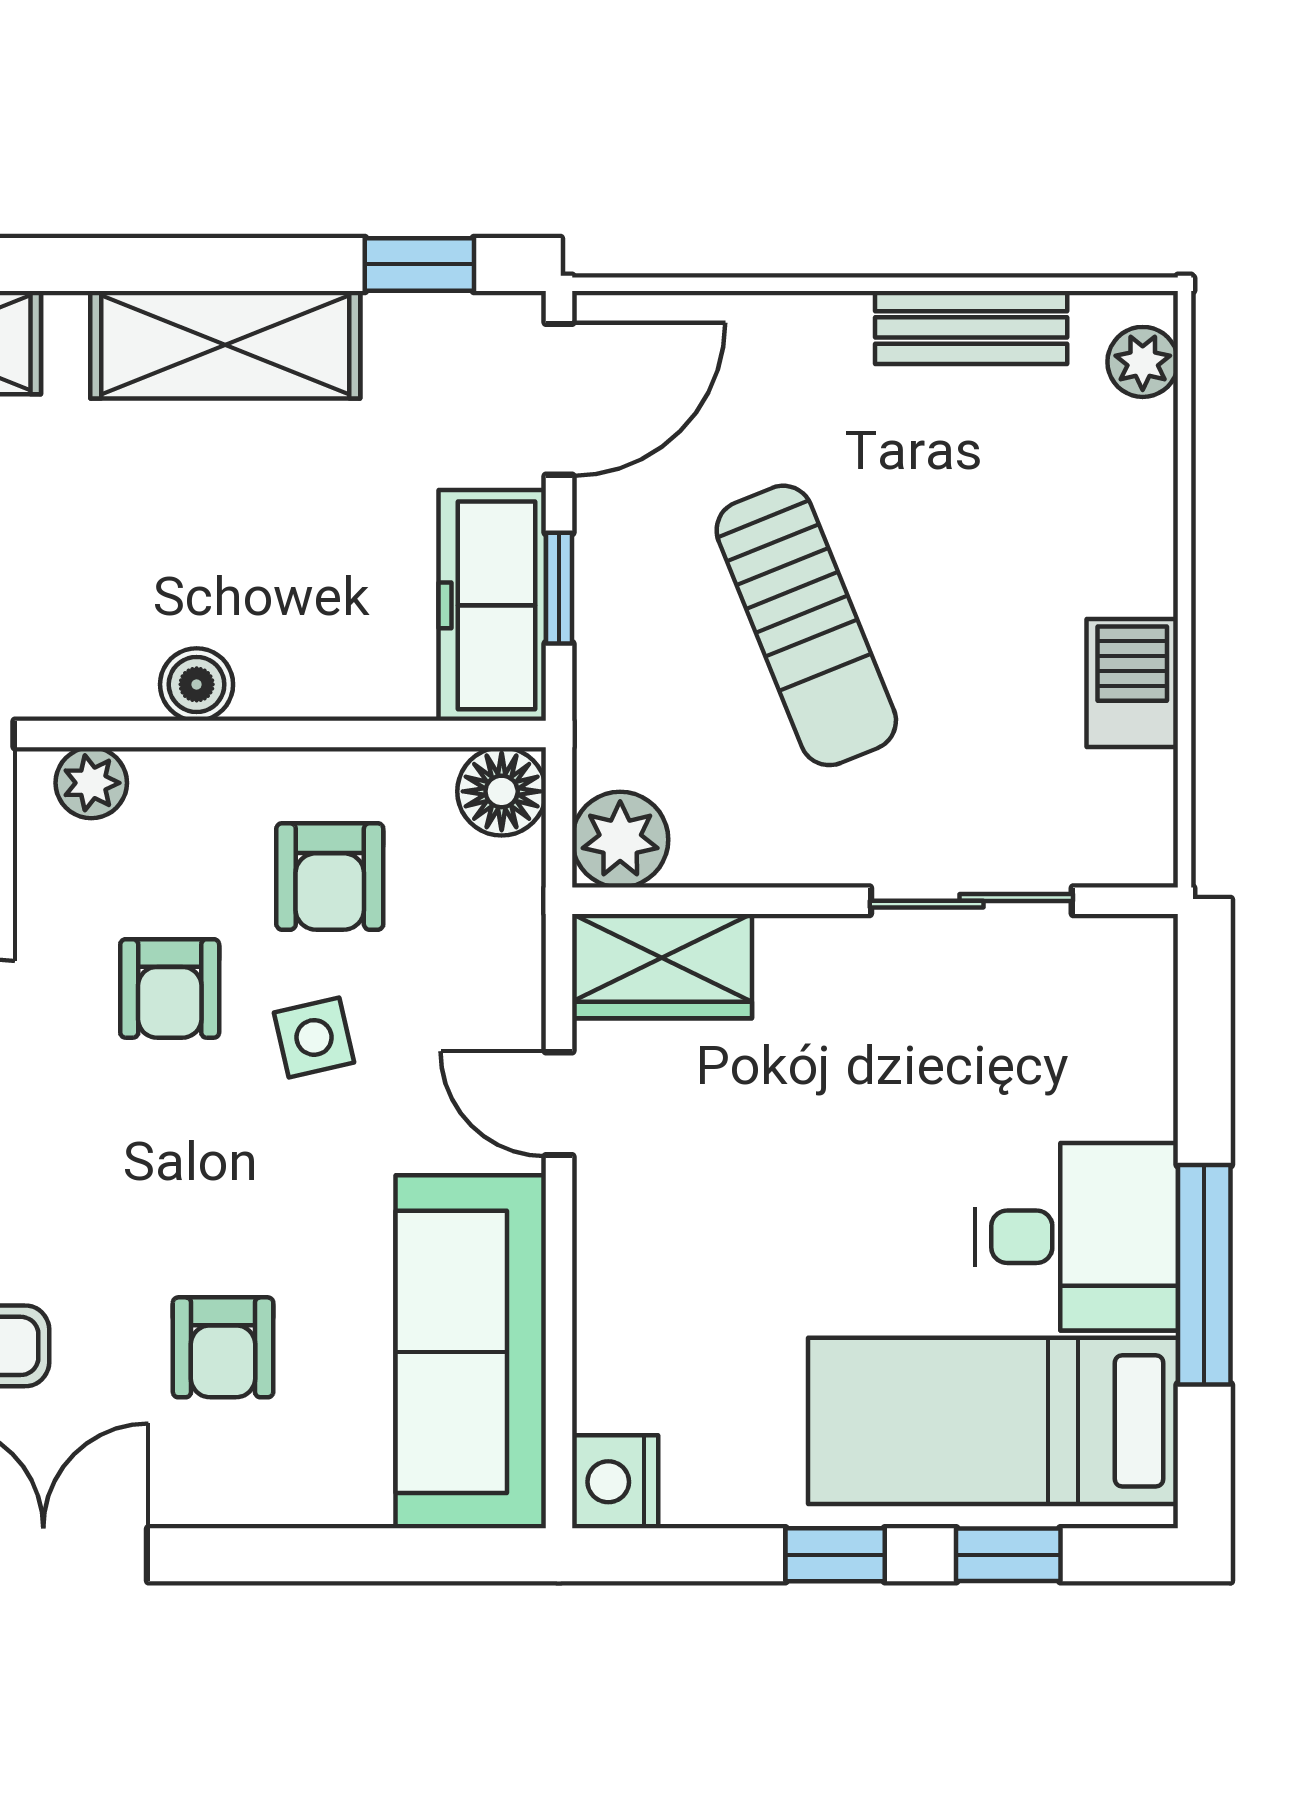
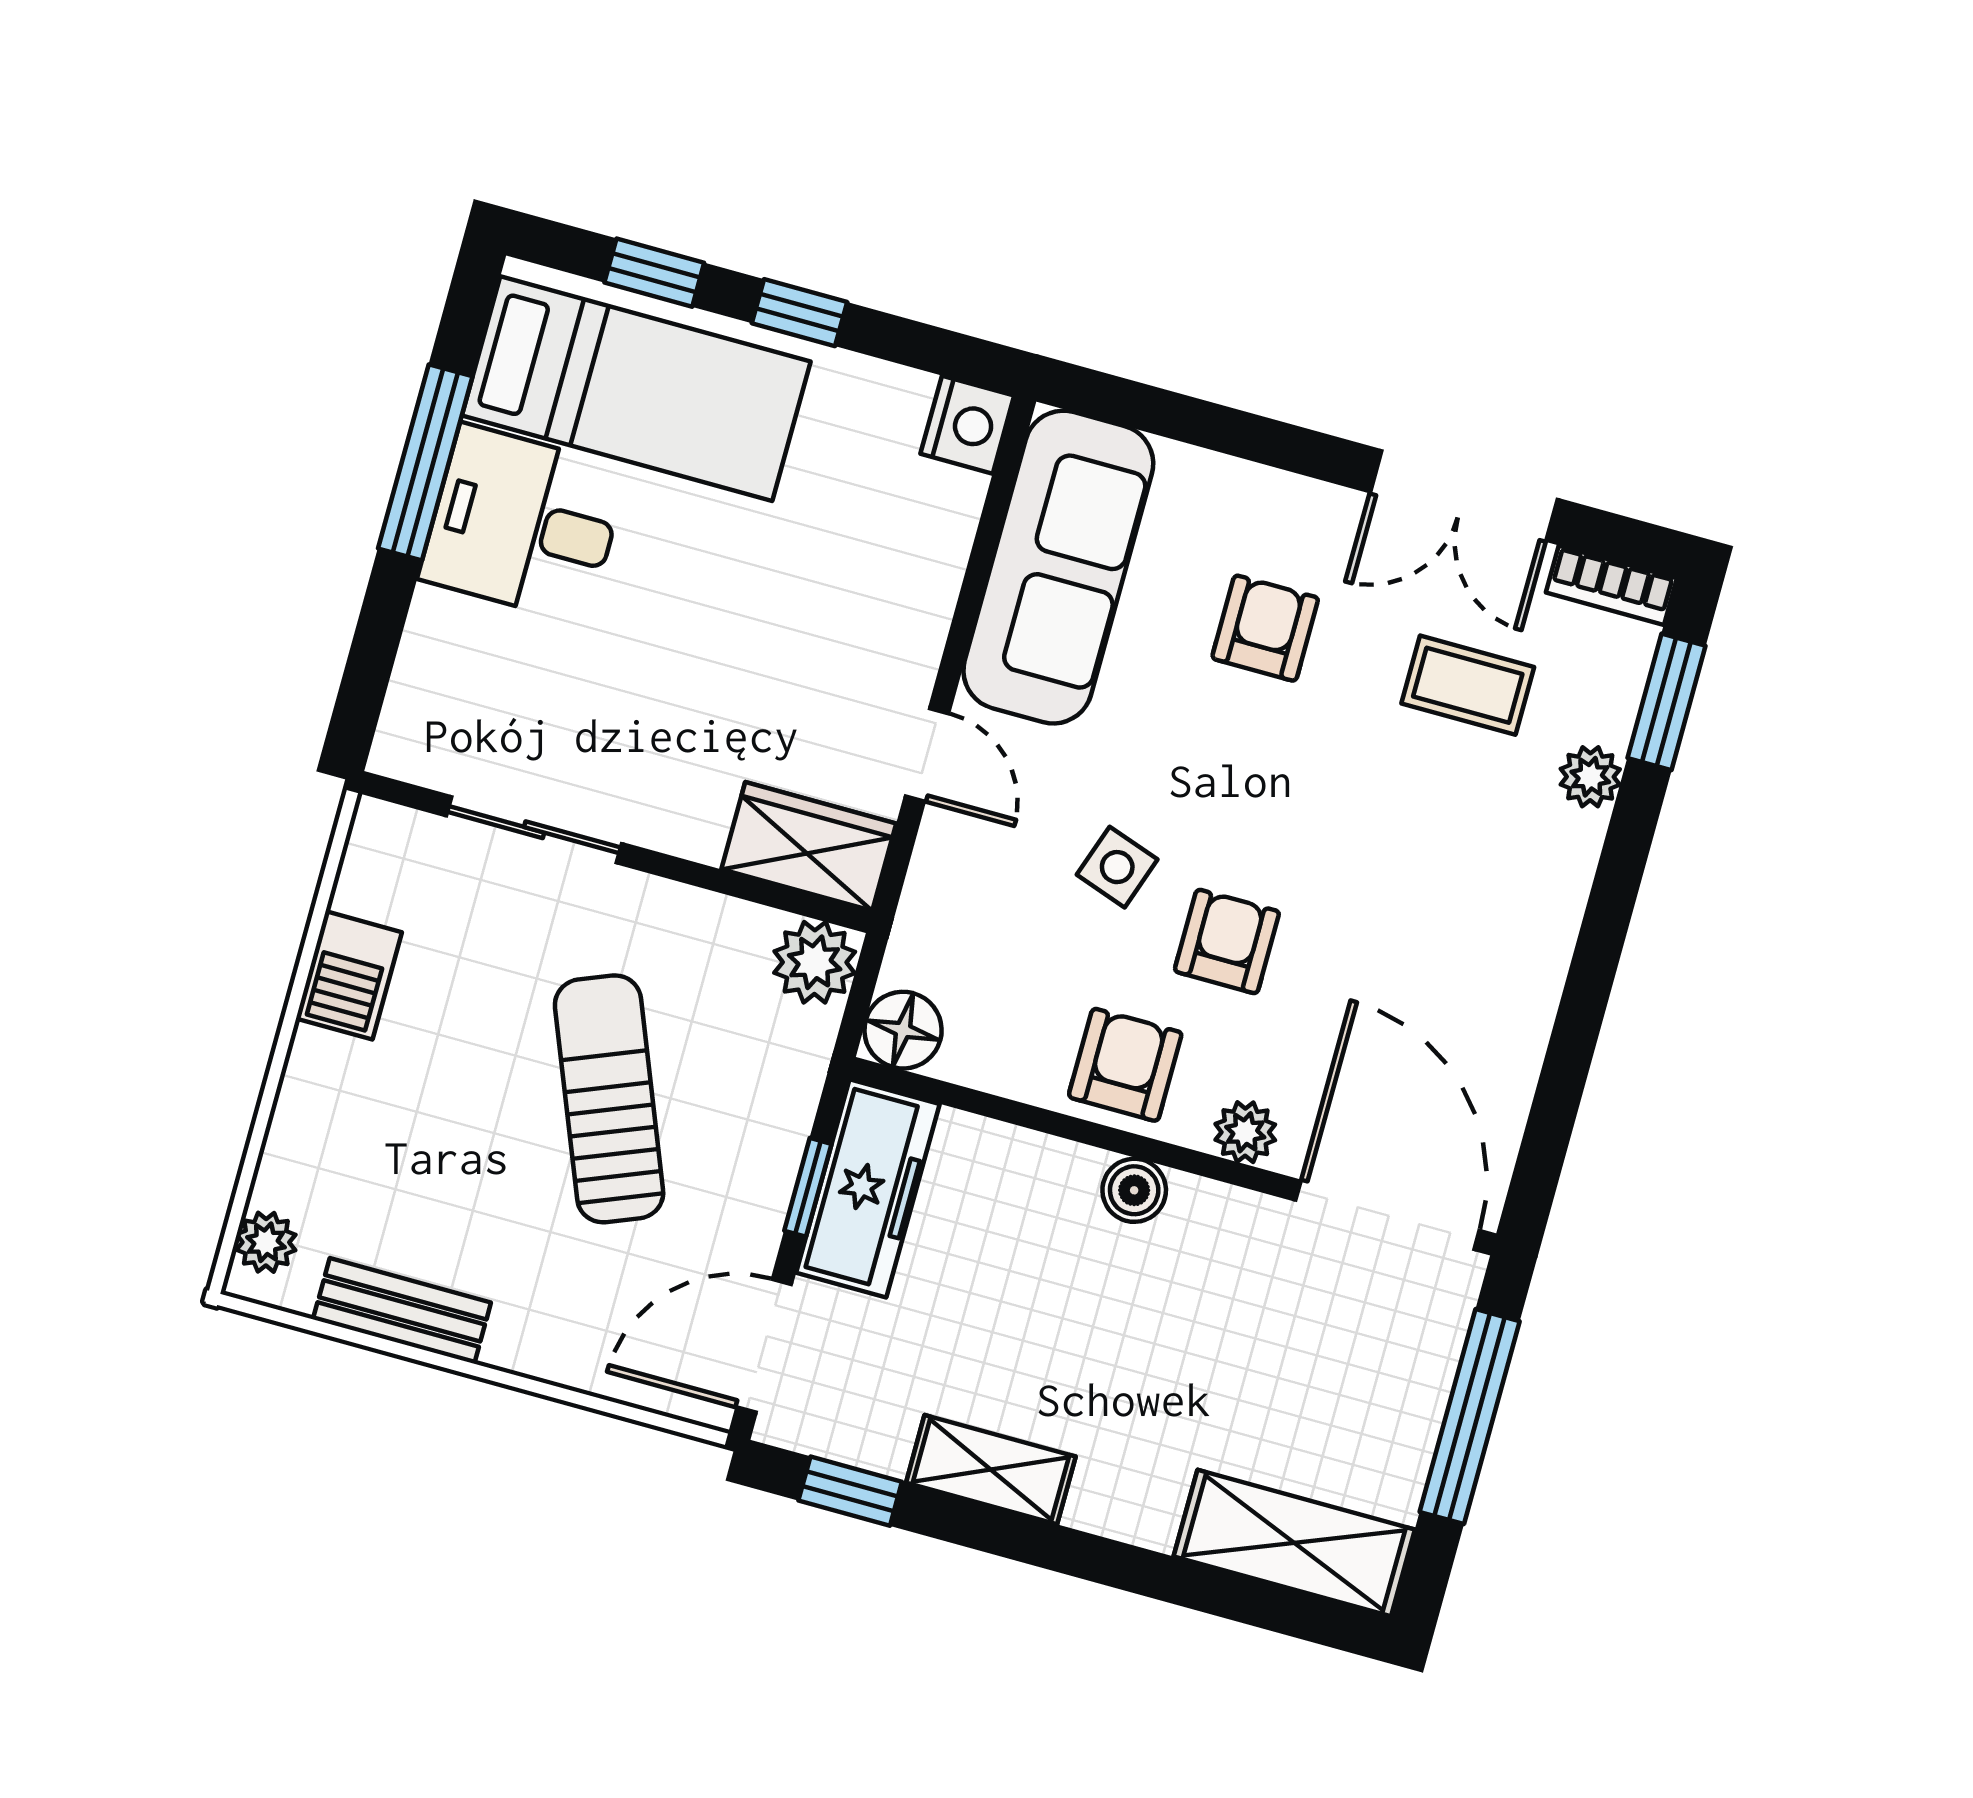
shelving: (225, 345) -> (991, 1470), width x0.67, depth x0.75
armchair: (330, 876) -> (1125, 1065), moved
side table: (314, 1037) -> (1117, 867), turned 32

